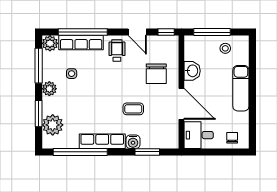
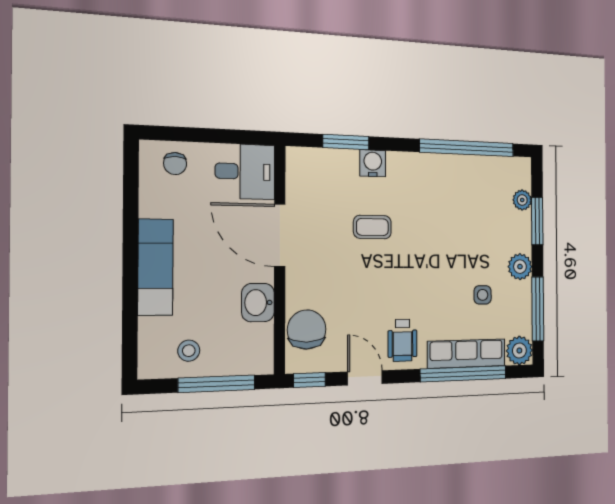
chair: (156, 74) -> (307, 329), moved
plant: (53, 125) -> (522, 200), width x0.53, depth x0.53
row of seats: (102, 141) -> (429, 167), removed

